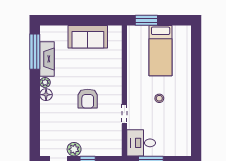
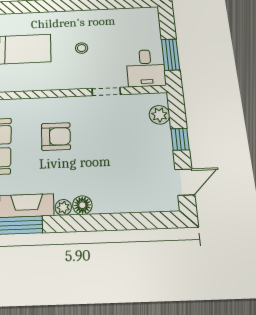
armchair: (88, 99) -> (56, 136), moved
plant: (74, 149) -> (159, 115), moved

